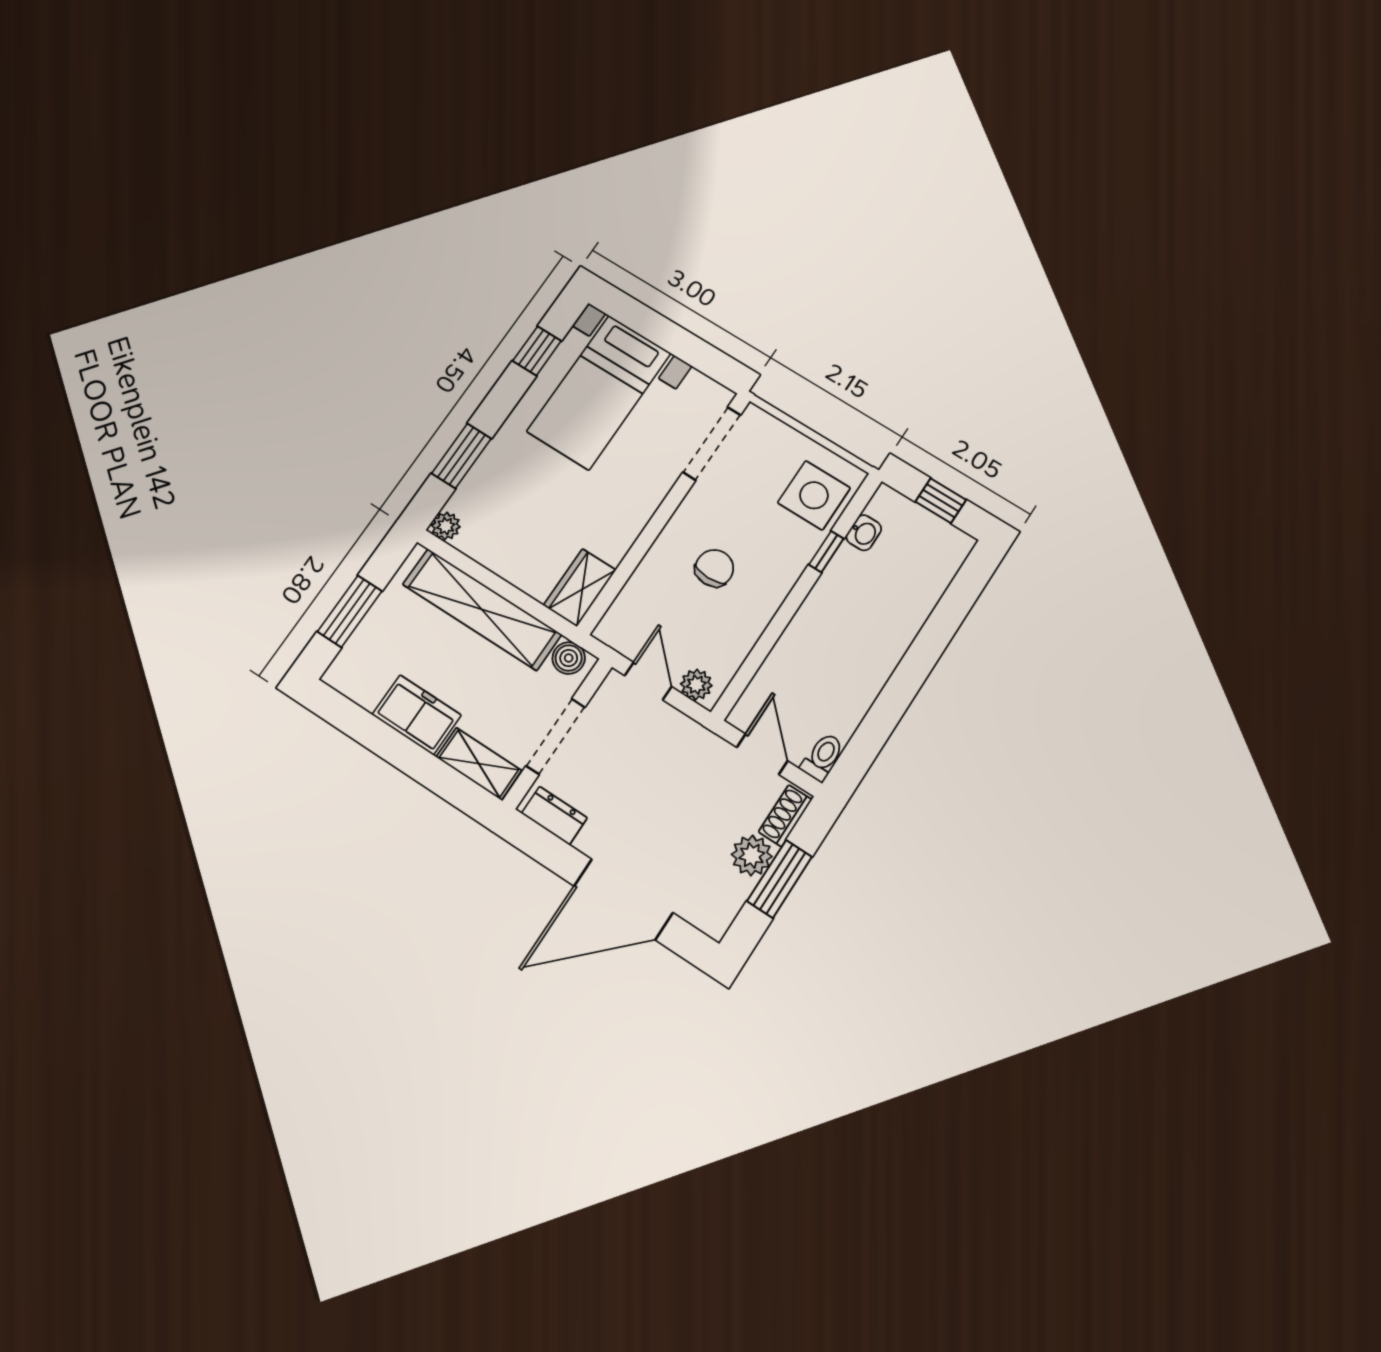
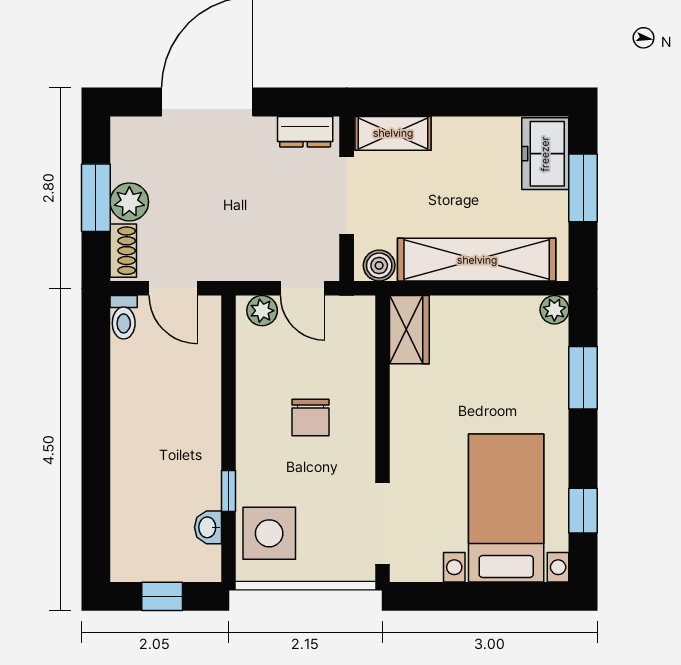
freezer: (417, 715) -> (545, 154), moved, turned 90

